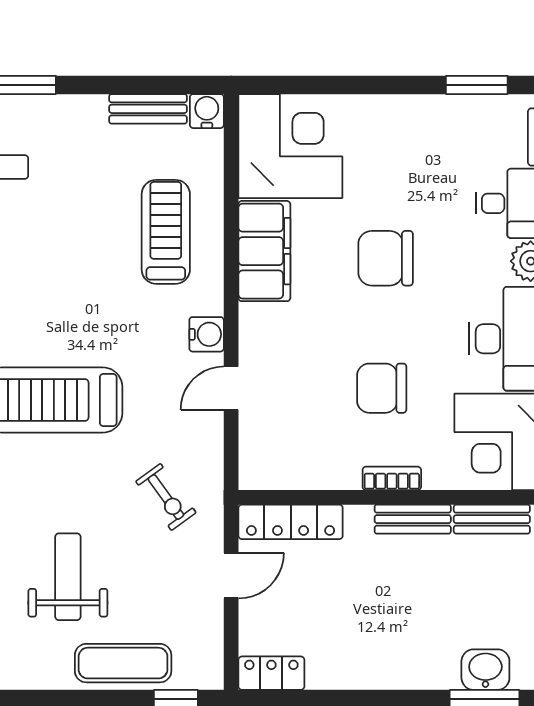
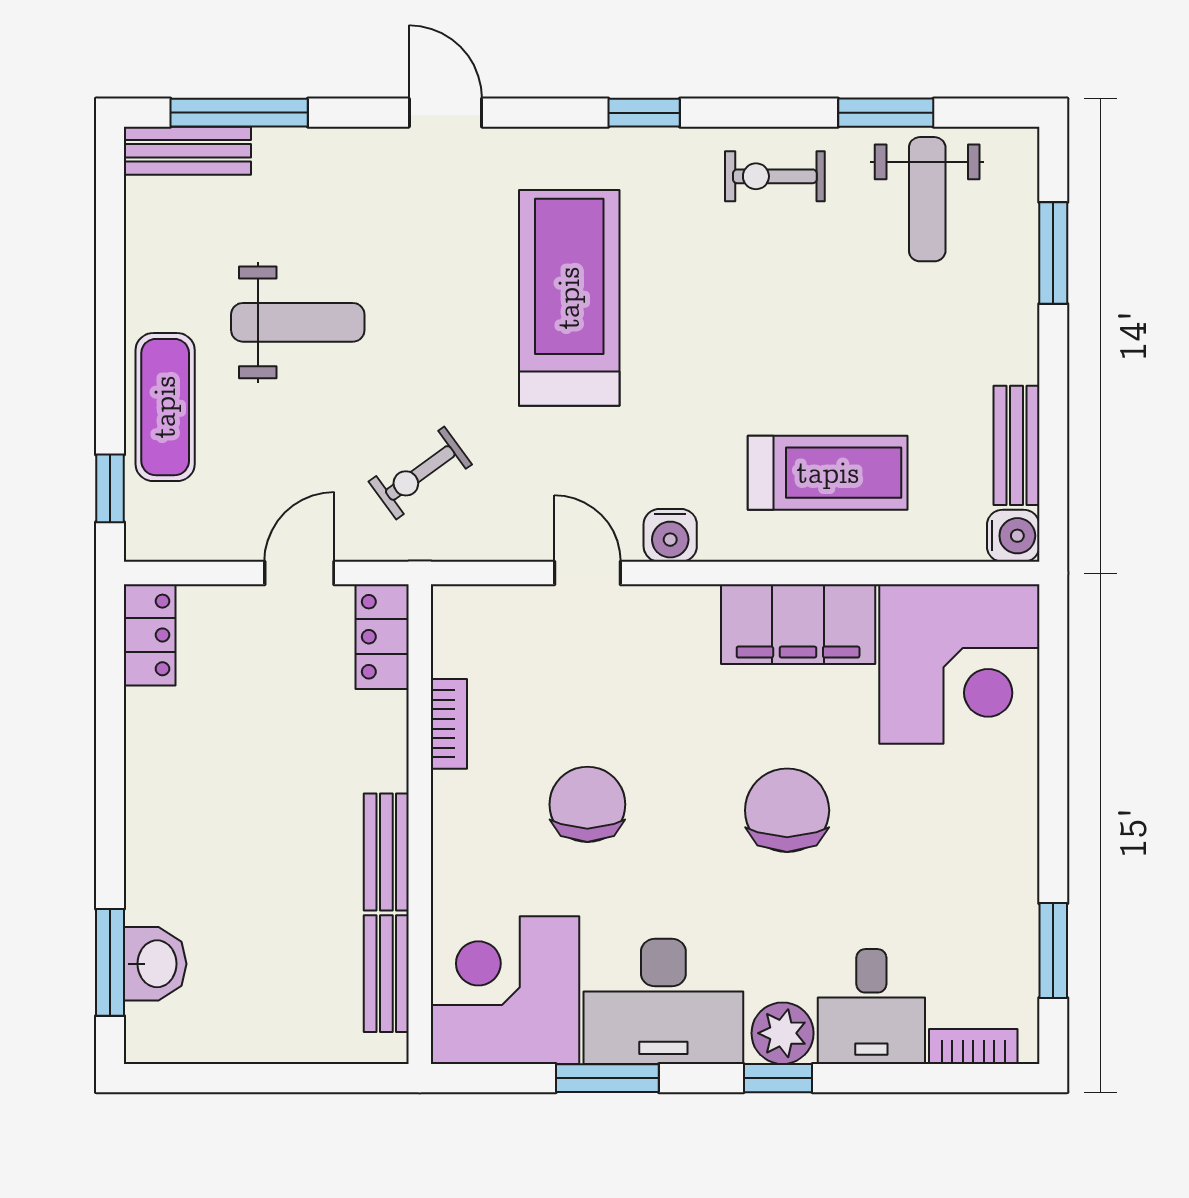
bookcase: (392, 478) -> (449, 724), moved
locker: (291, 522) -> (382, 637), width x0.66
door: (231, 576) -> (299, 573), swing flipped

